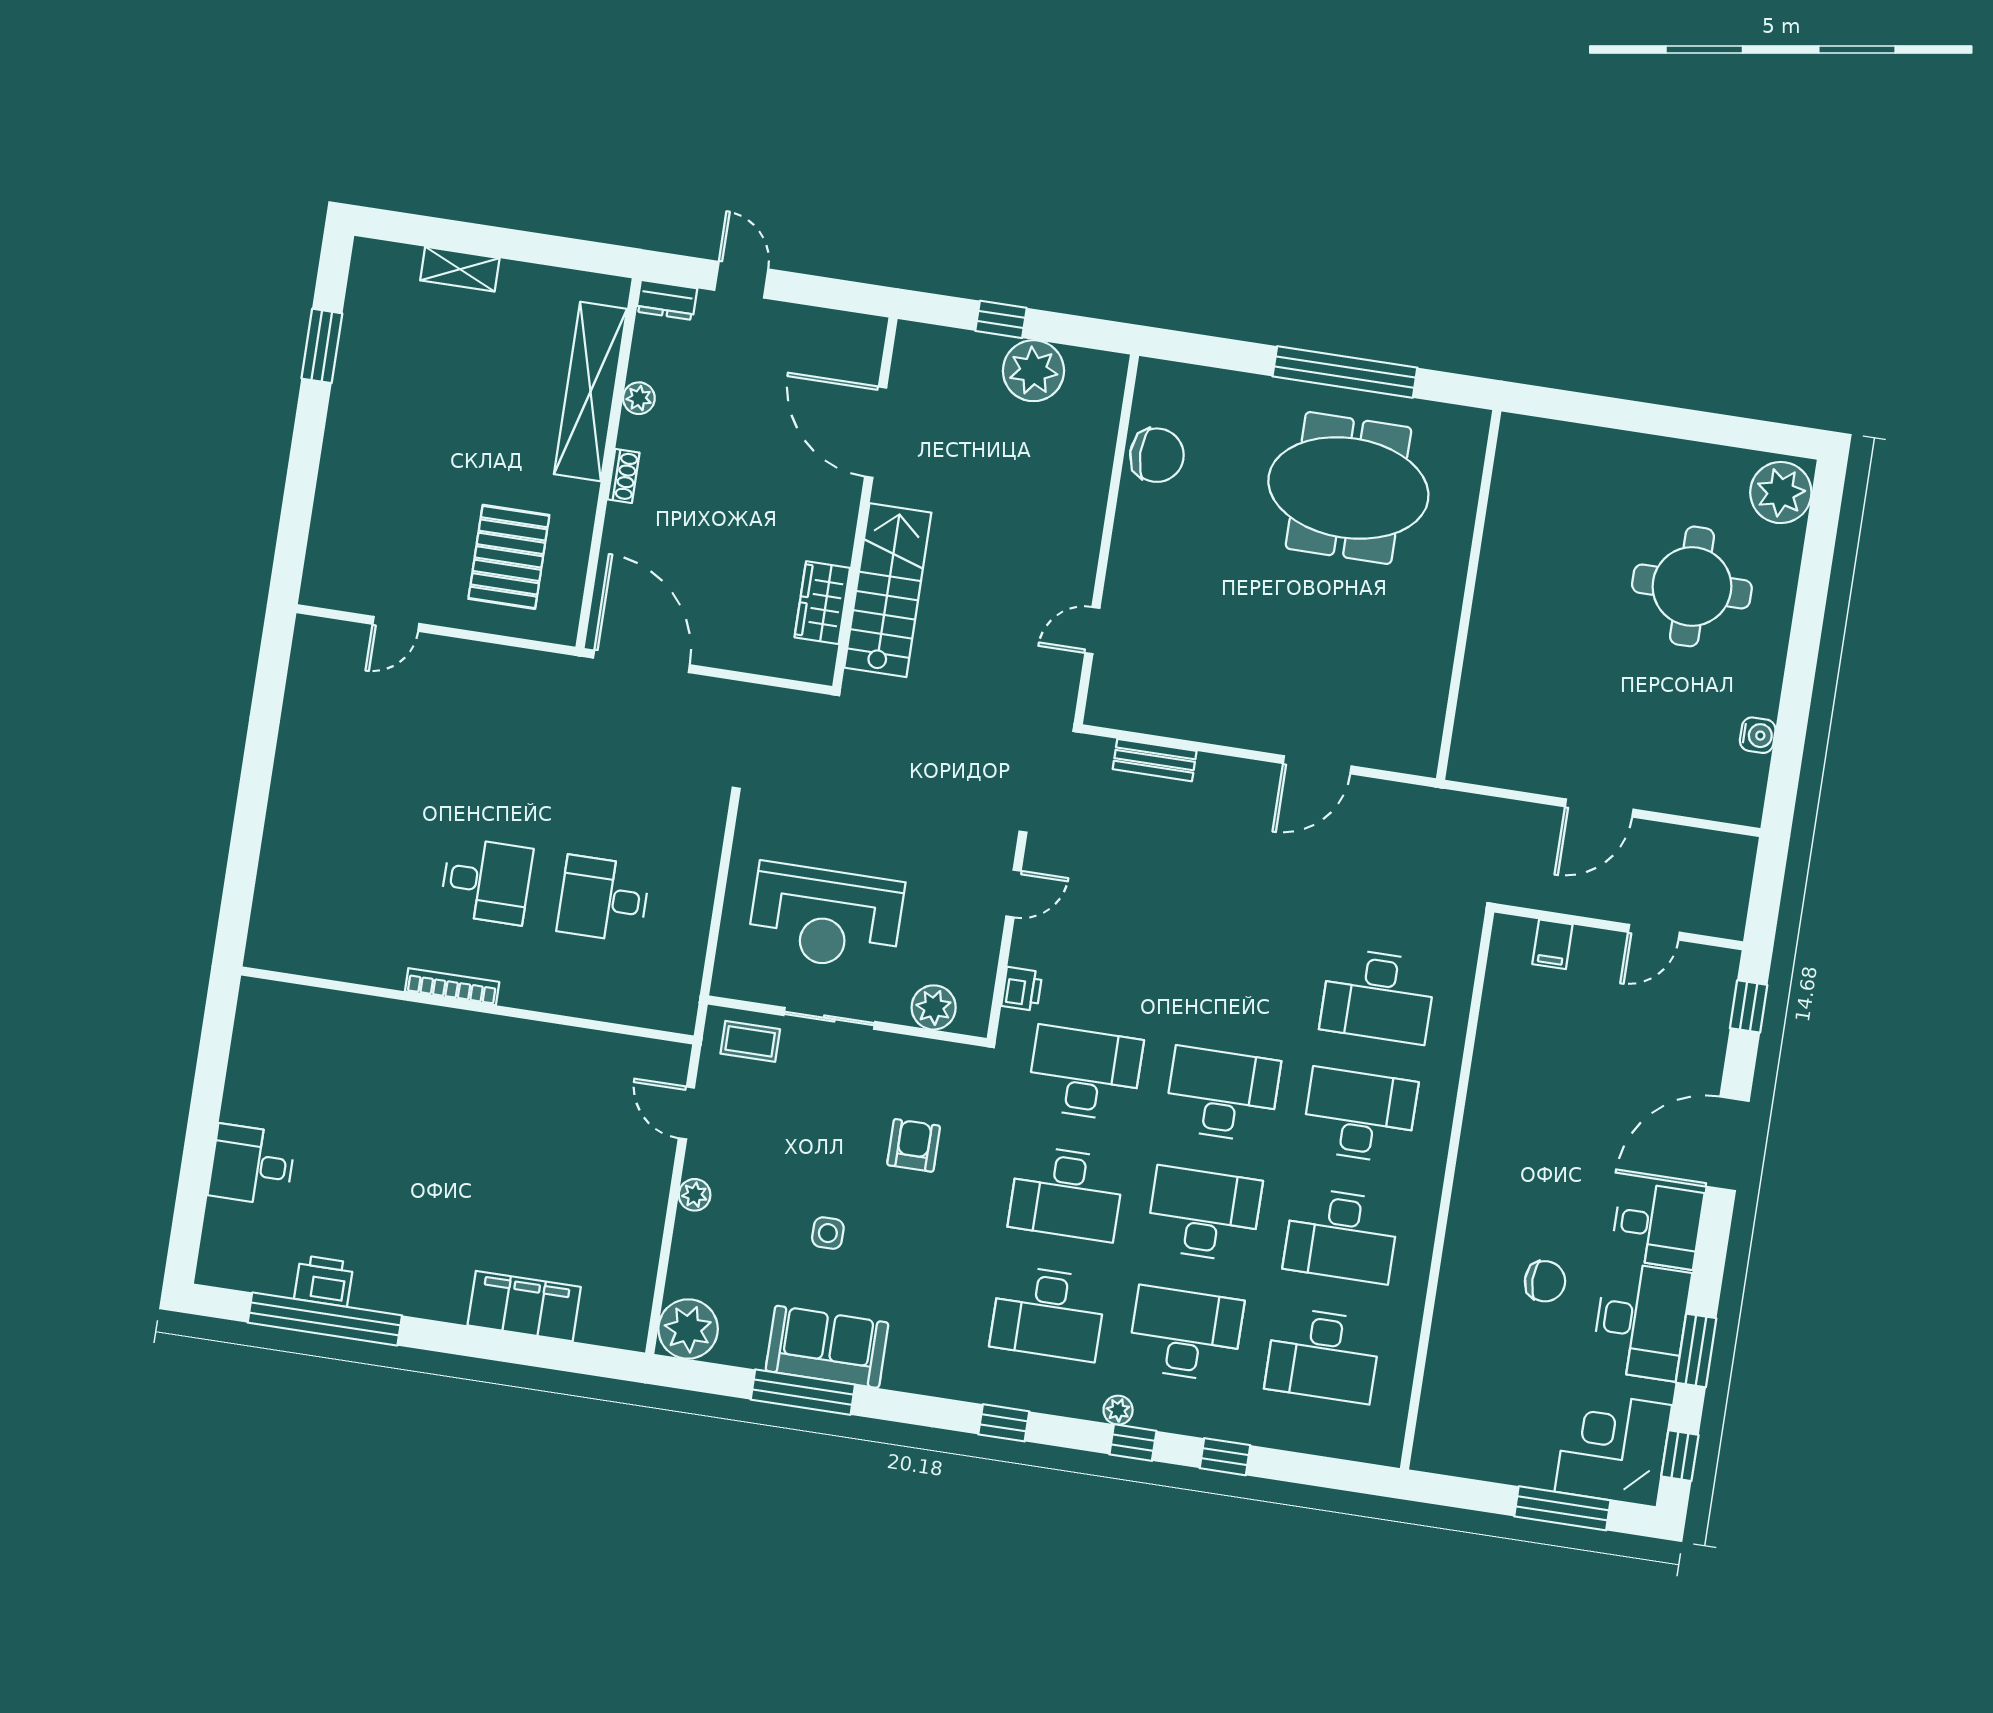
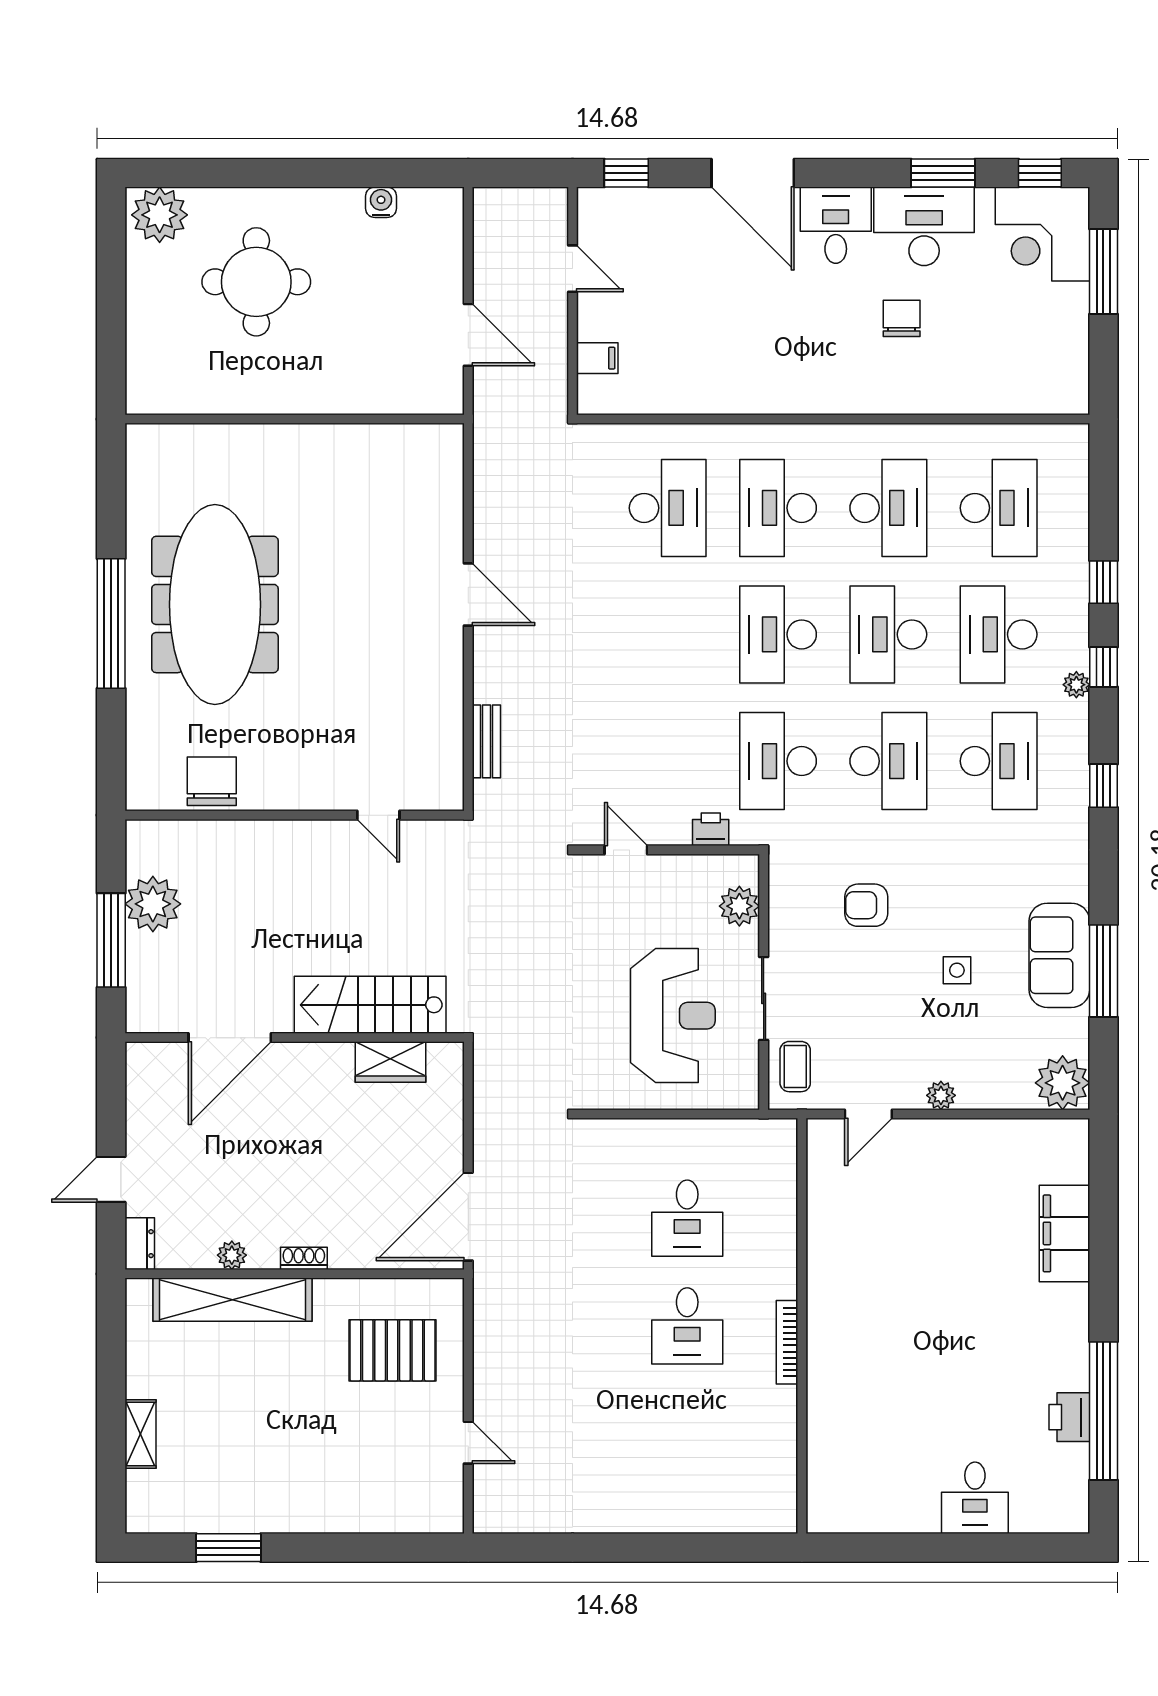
window: (1001, 319) -> (111, 940), width x2.17
meeting table: (1348, 488) -> (215, 604), width x1.36
wall: (1469, 595) -> (295, 419), moved
desk: (486, 881) -> (687, 1326), turned 180

